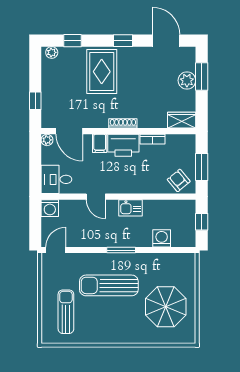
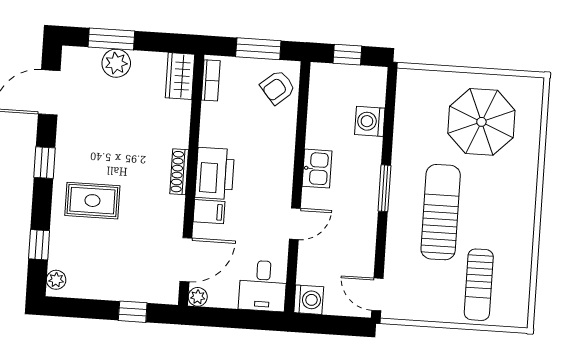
rug: (102, 72) -> (92, 201), width x0.73, depth x0.70
bookcase: (152, 139) -> (211, 80), moved
sun lounger: (109, 285) -> (441, 212), turned 180
sun lounger: (66, 312) -> (479, 285), turned -90

